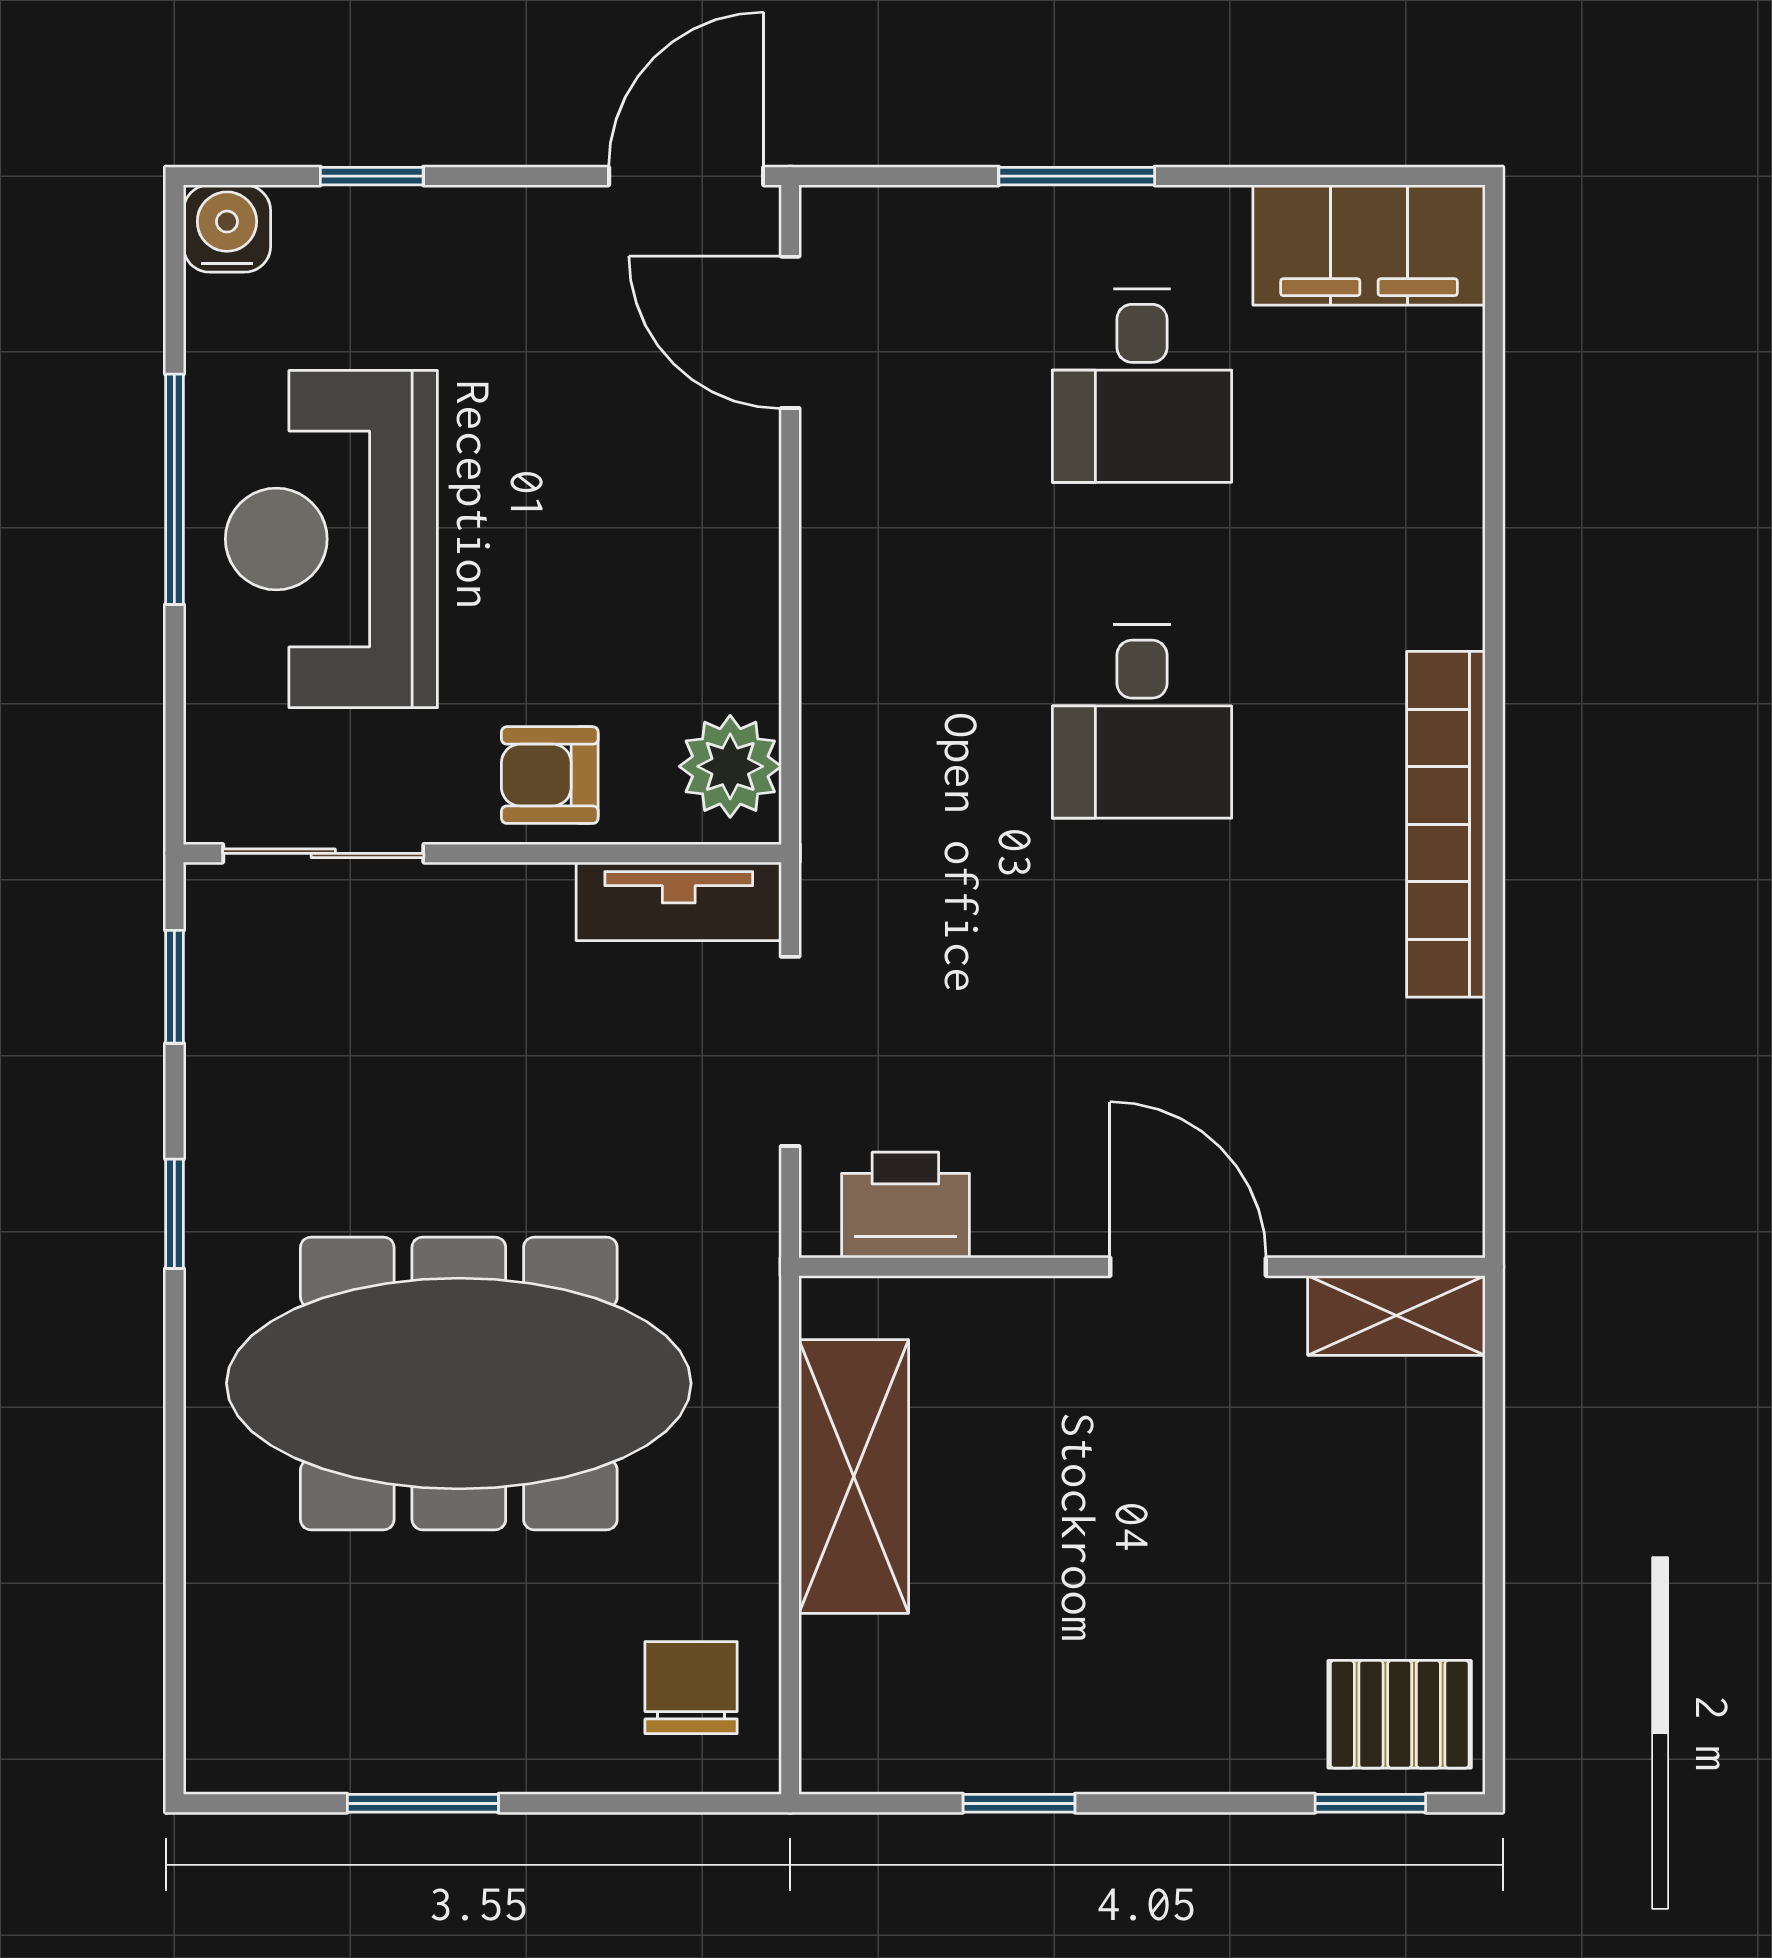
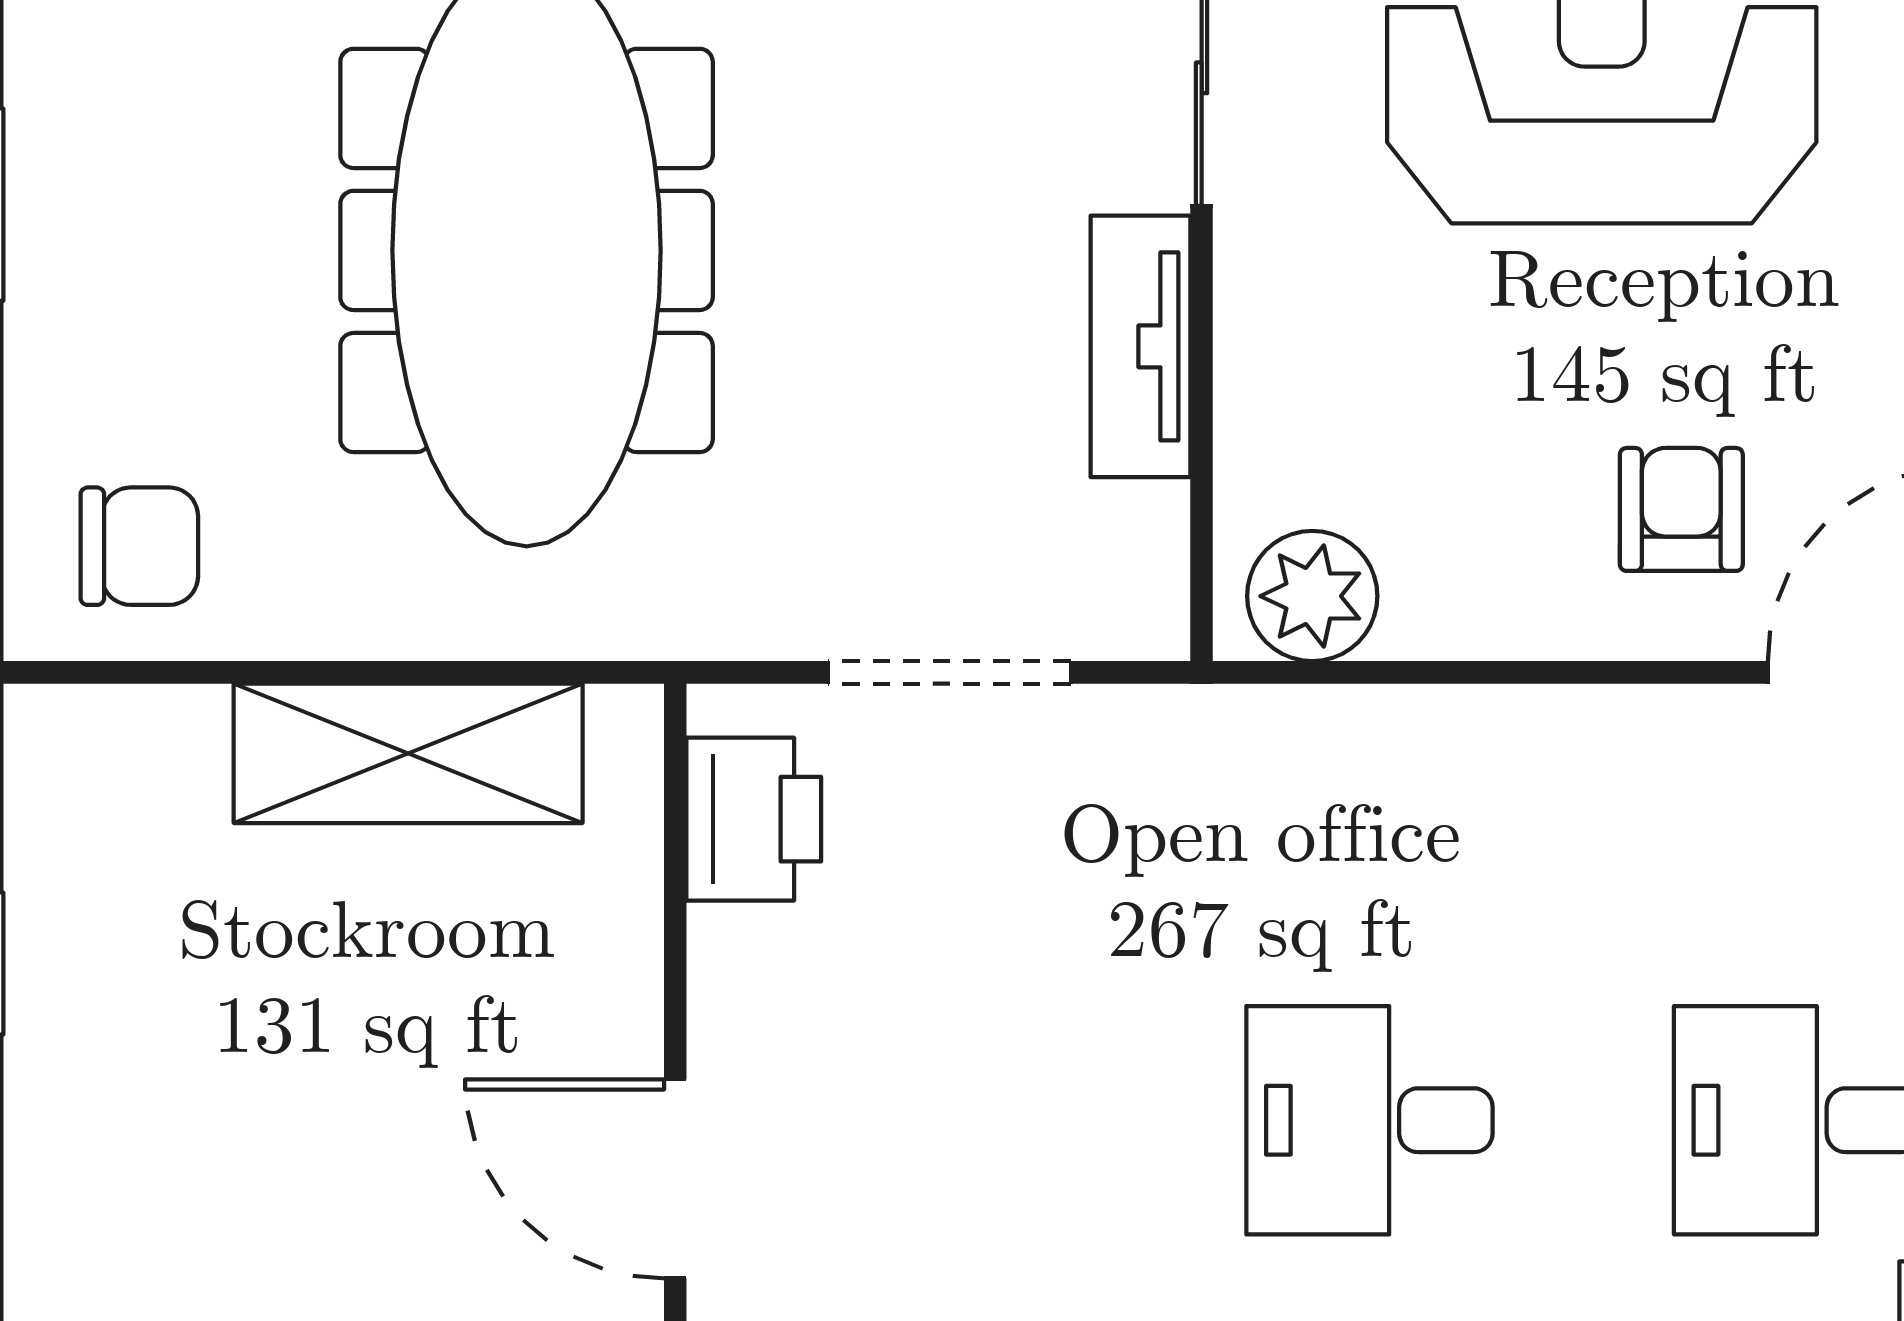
armchair: (550, 775) -> (1681, 509), moved
tv unit: (679, 901) -> (1140, 346), moved
door: (1188, 1267) -> (675, 1179), swing flipped

